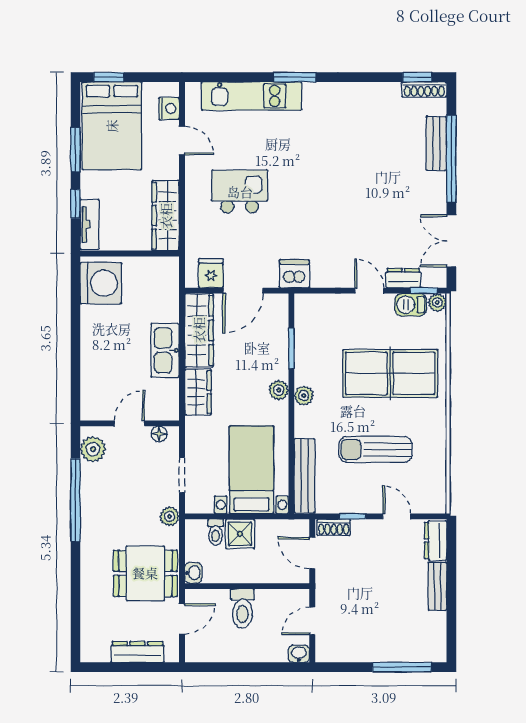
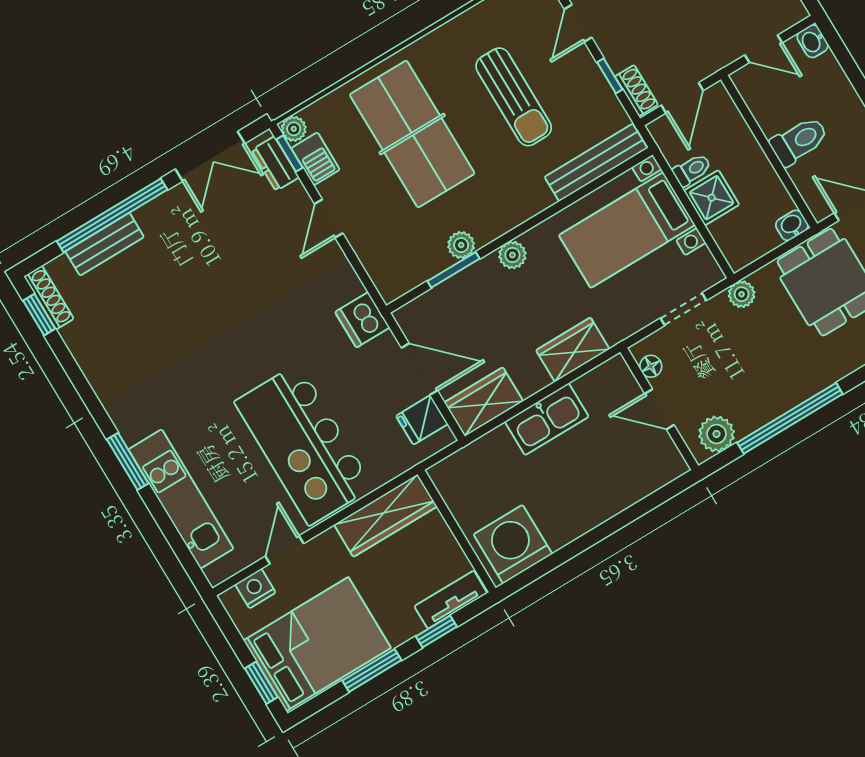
kitchen island: (240, 192) -> (304, 444), width x1.87, depth x1.28
dresser: (403, 278) -> (275, 164), moved
wardrobe: (199, 330) -> (484, 402), width x0.67
plant: (304, 395) -> (461, 245), moved
toilet: (216, 532) -> (692, 170), moved

